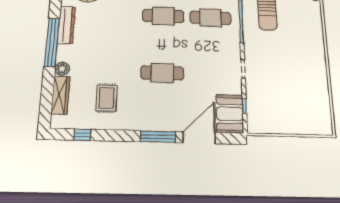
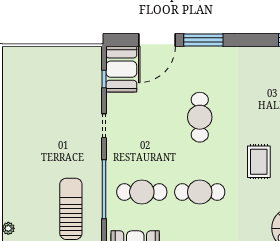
cafe table: (162, 73) -> (200, 117), turned 90
rug: (107, 98) -> (259, 162), moved

